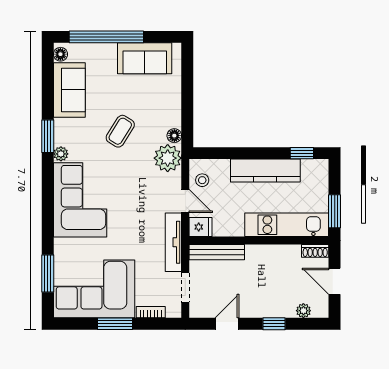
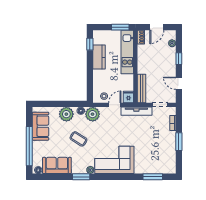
plant: (168, 108) -> (66, 114), added
kitchen counter: (265, 171) -> (99, 57), width x0.67
corner sofa: (94, 289) -> (161, 153), removed

